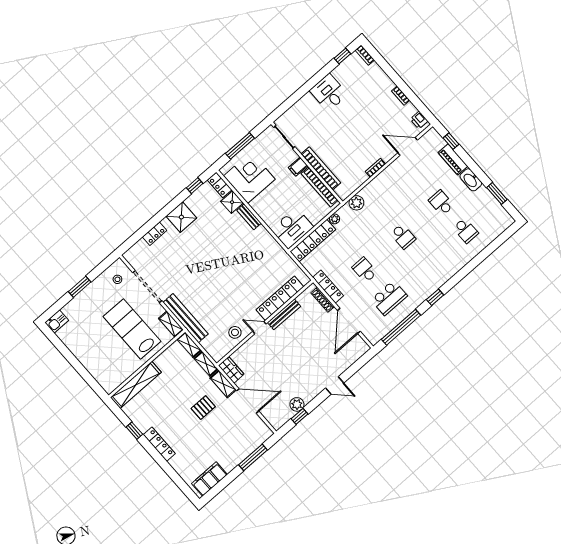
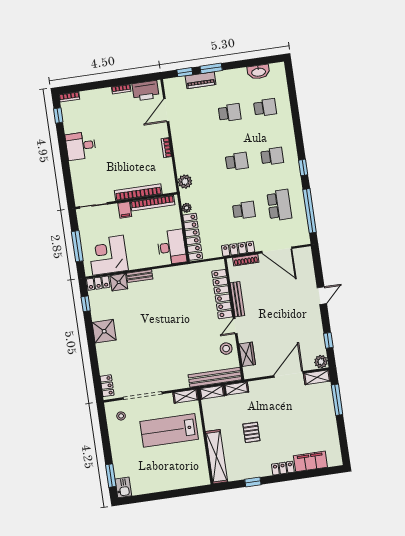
printer: (419, 120) -> (146, 91), width x1.87, depth x1.48
washbasin: (471, 180) -> (258, 72), moved
window: (497, 193) -> (211, 68), moved
school desk: (441, 203) -> (230, 113), turned 180
locker: (155, 234) -> (107, 386), moved
school desk: (427, 264) -> (272, 156), added
school desk: (365, 270) -> (244, 210), turned 180
window: (80, 287) -> (111, 476), moved
bench: (186, 318) -> (215, 377), moved
wardrobe: (231, 370) -> (247, 354), moved, turned 90
shelving: (223, 384) -> (317, 377), moved
plant: (297, 404) -> (321, 362), moved
pallet: (203, 408) -> (251, 432), moved
locker: (159, 444) -> (283, 468), width x0.66
filing cabinet: (209, 479) -> (310, 461), moved, turned 90

